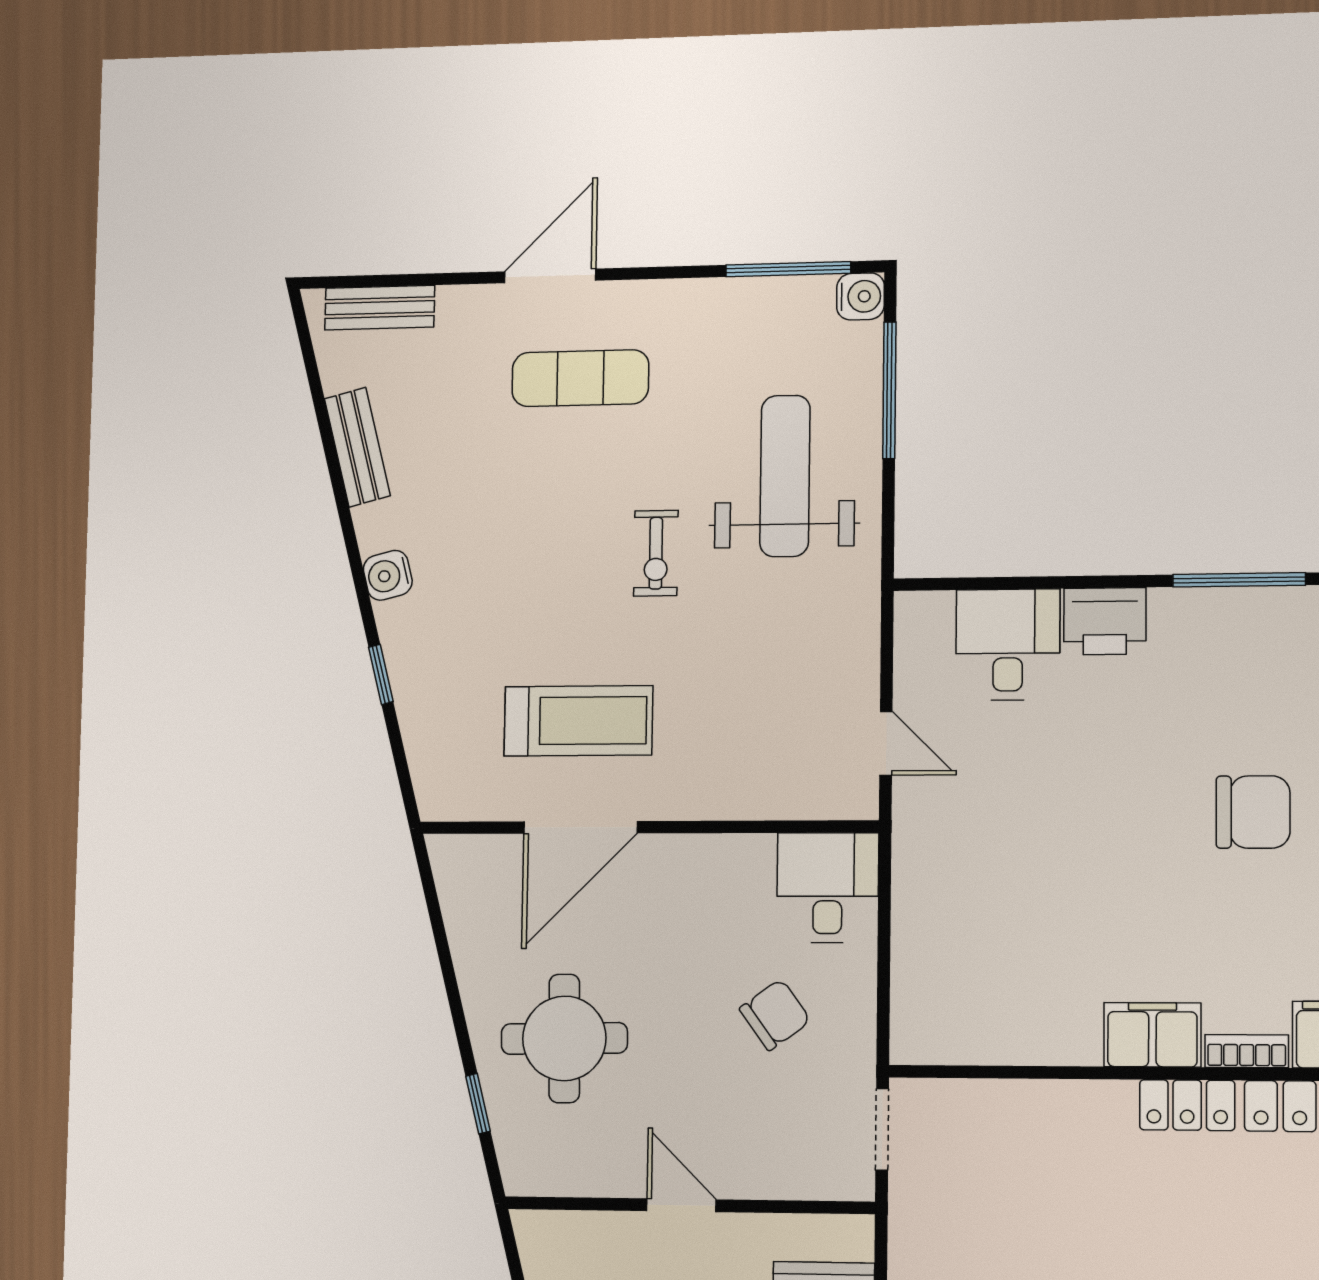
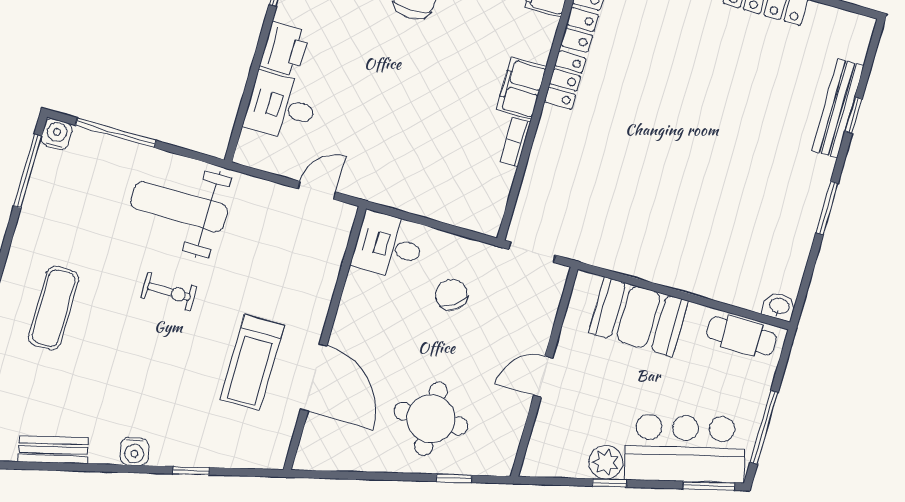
weight bench: (785, 476) -> (179, 207), moved
treadmill: (578, 721) -> (252, 362), turned 180
bookcase: (1247, 1051) -> (515, 142), moved

